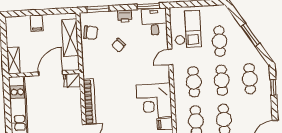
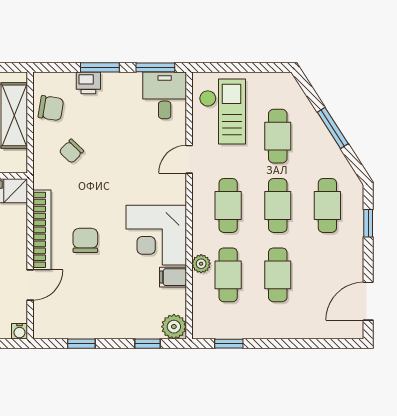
window: (98, 9) -> (100, 67), moved
printer: (125, 16) -> (88, 83), moved
chair: (119, 45) -> (71, 151), moved
chair: (114, 106) -> (85, 240), added
plant: (180, 116) -> (201, 264), added

